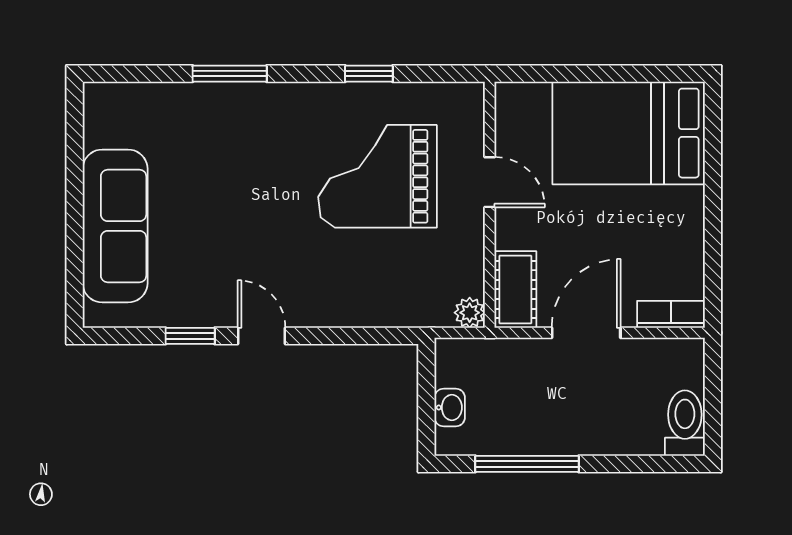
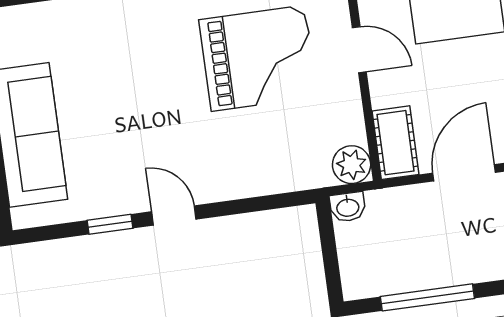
grand piano: (378, 176) -> (258, 58), turned 180
plant: (470, 313) -> (352, 165), width x1.38, depth x1.38
washbasin: (450, 407) -> (348, 207), moved, turned 90

